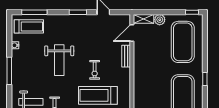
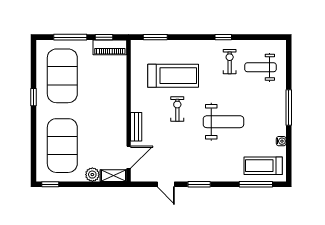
weight bench: (59, 60) -> (223, 122), turned 90

